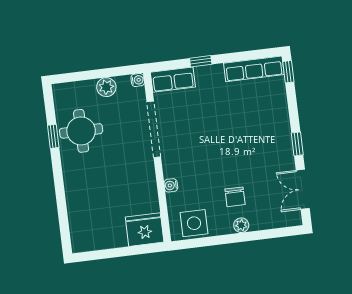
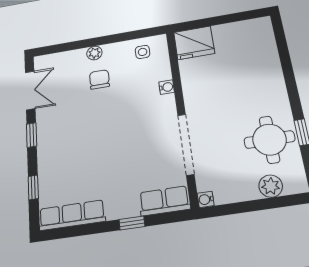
window: (288, 72) -> (33, 187), moved
plant: (106, 87) -> (271, 186), moved
side table: (194, 223) -> (143, 52), width x0.54, depth x0.54

